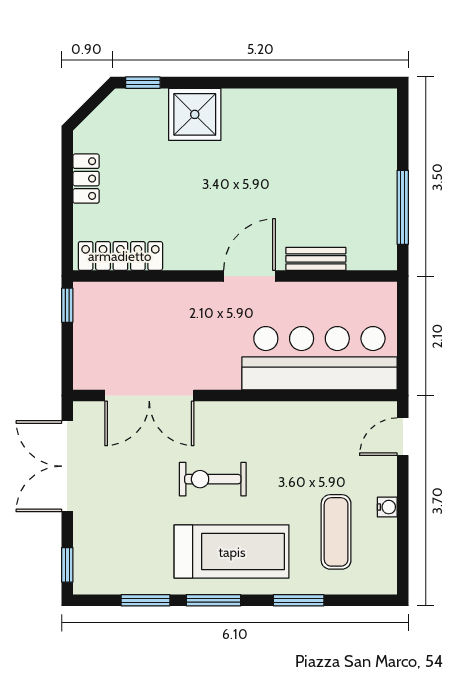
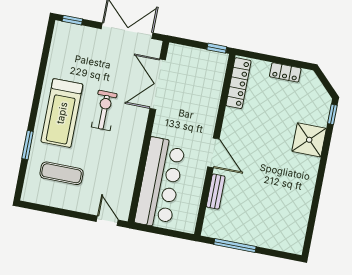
water cooler: (387, 507) -> (70, 204), removed
window: (146, 600) -> (44, 60), removed
window: (213, 600) -> (37, 98), removed

